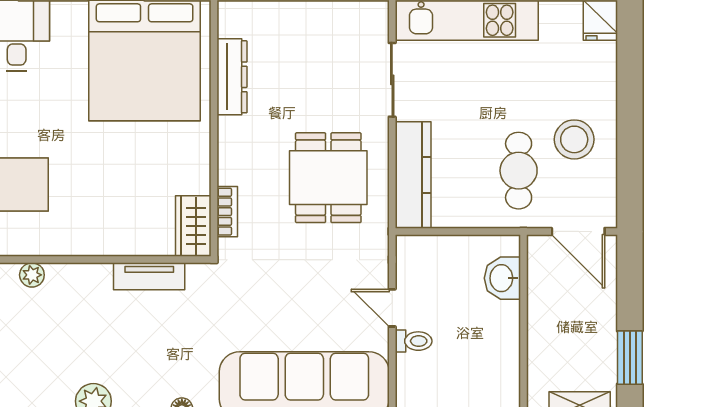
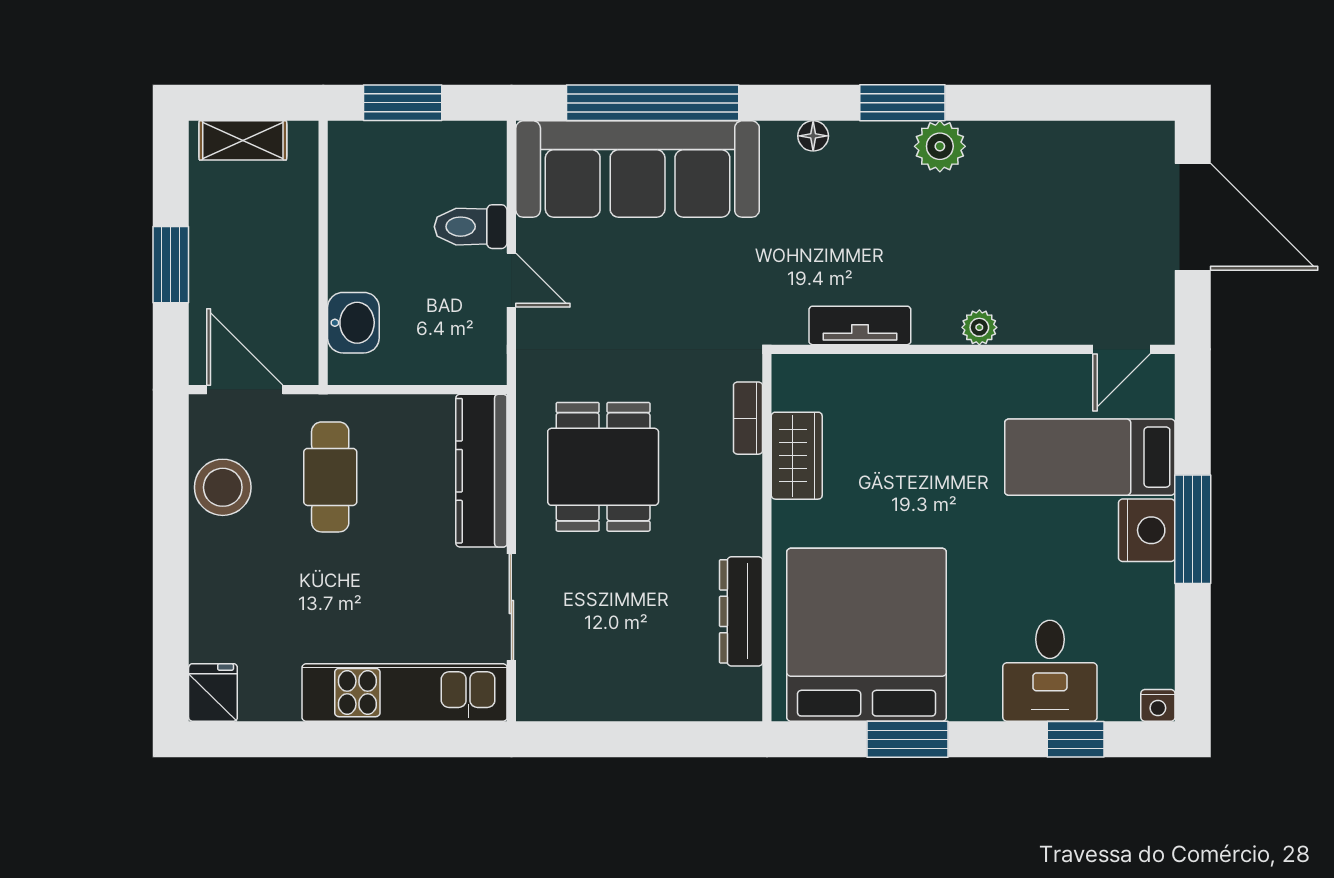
stool: (574, 139) -> (223, 487), moved
wardrobe: (193, 226) -> (797, 456), moved
plant: (32, 275) -> (979, 327), moved
toilet: (414, 341) -> (471, 227), width x1.37, depth x1.39
window: (630, 358) -> (171, 265), moved

